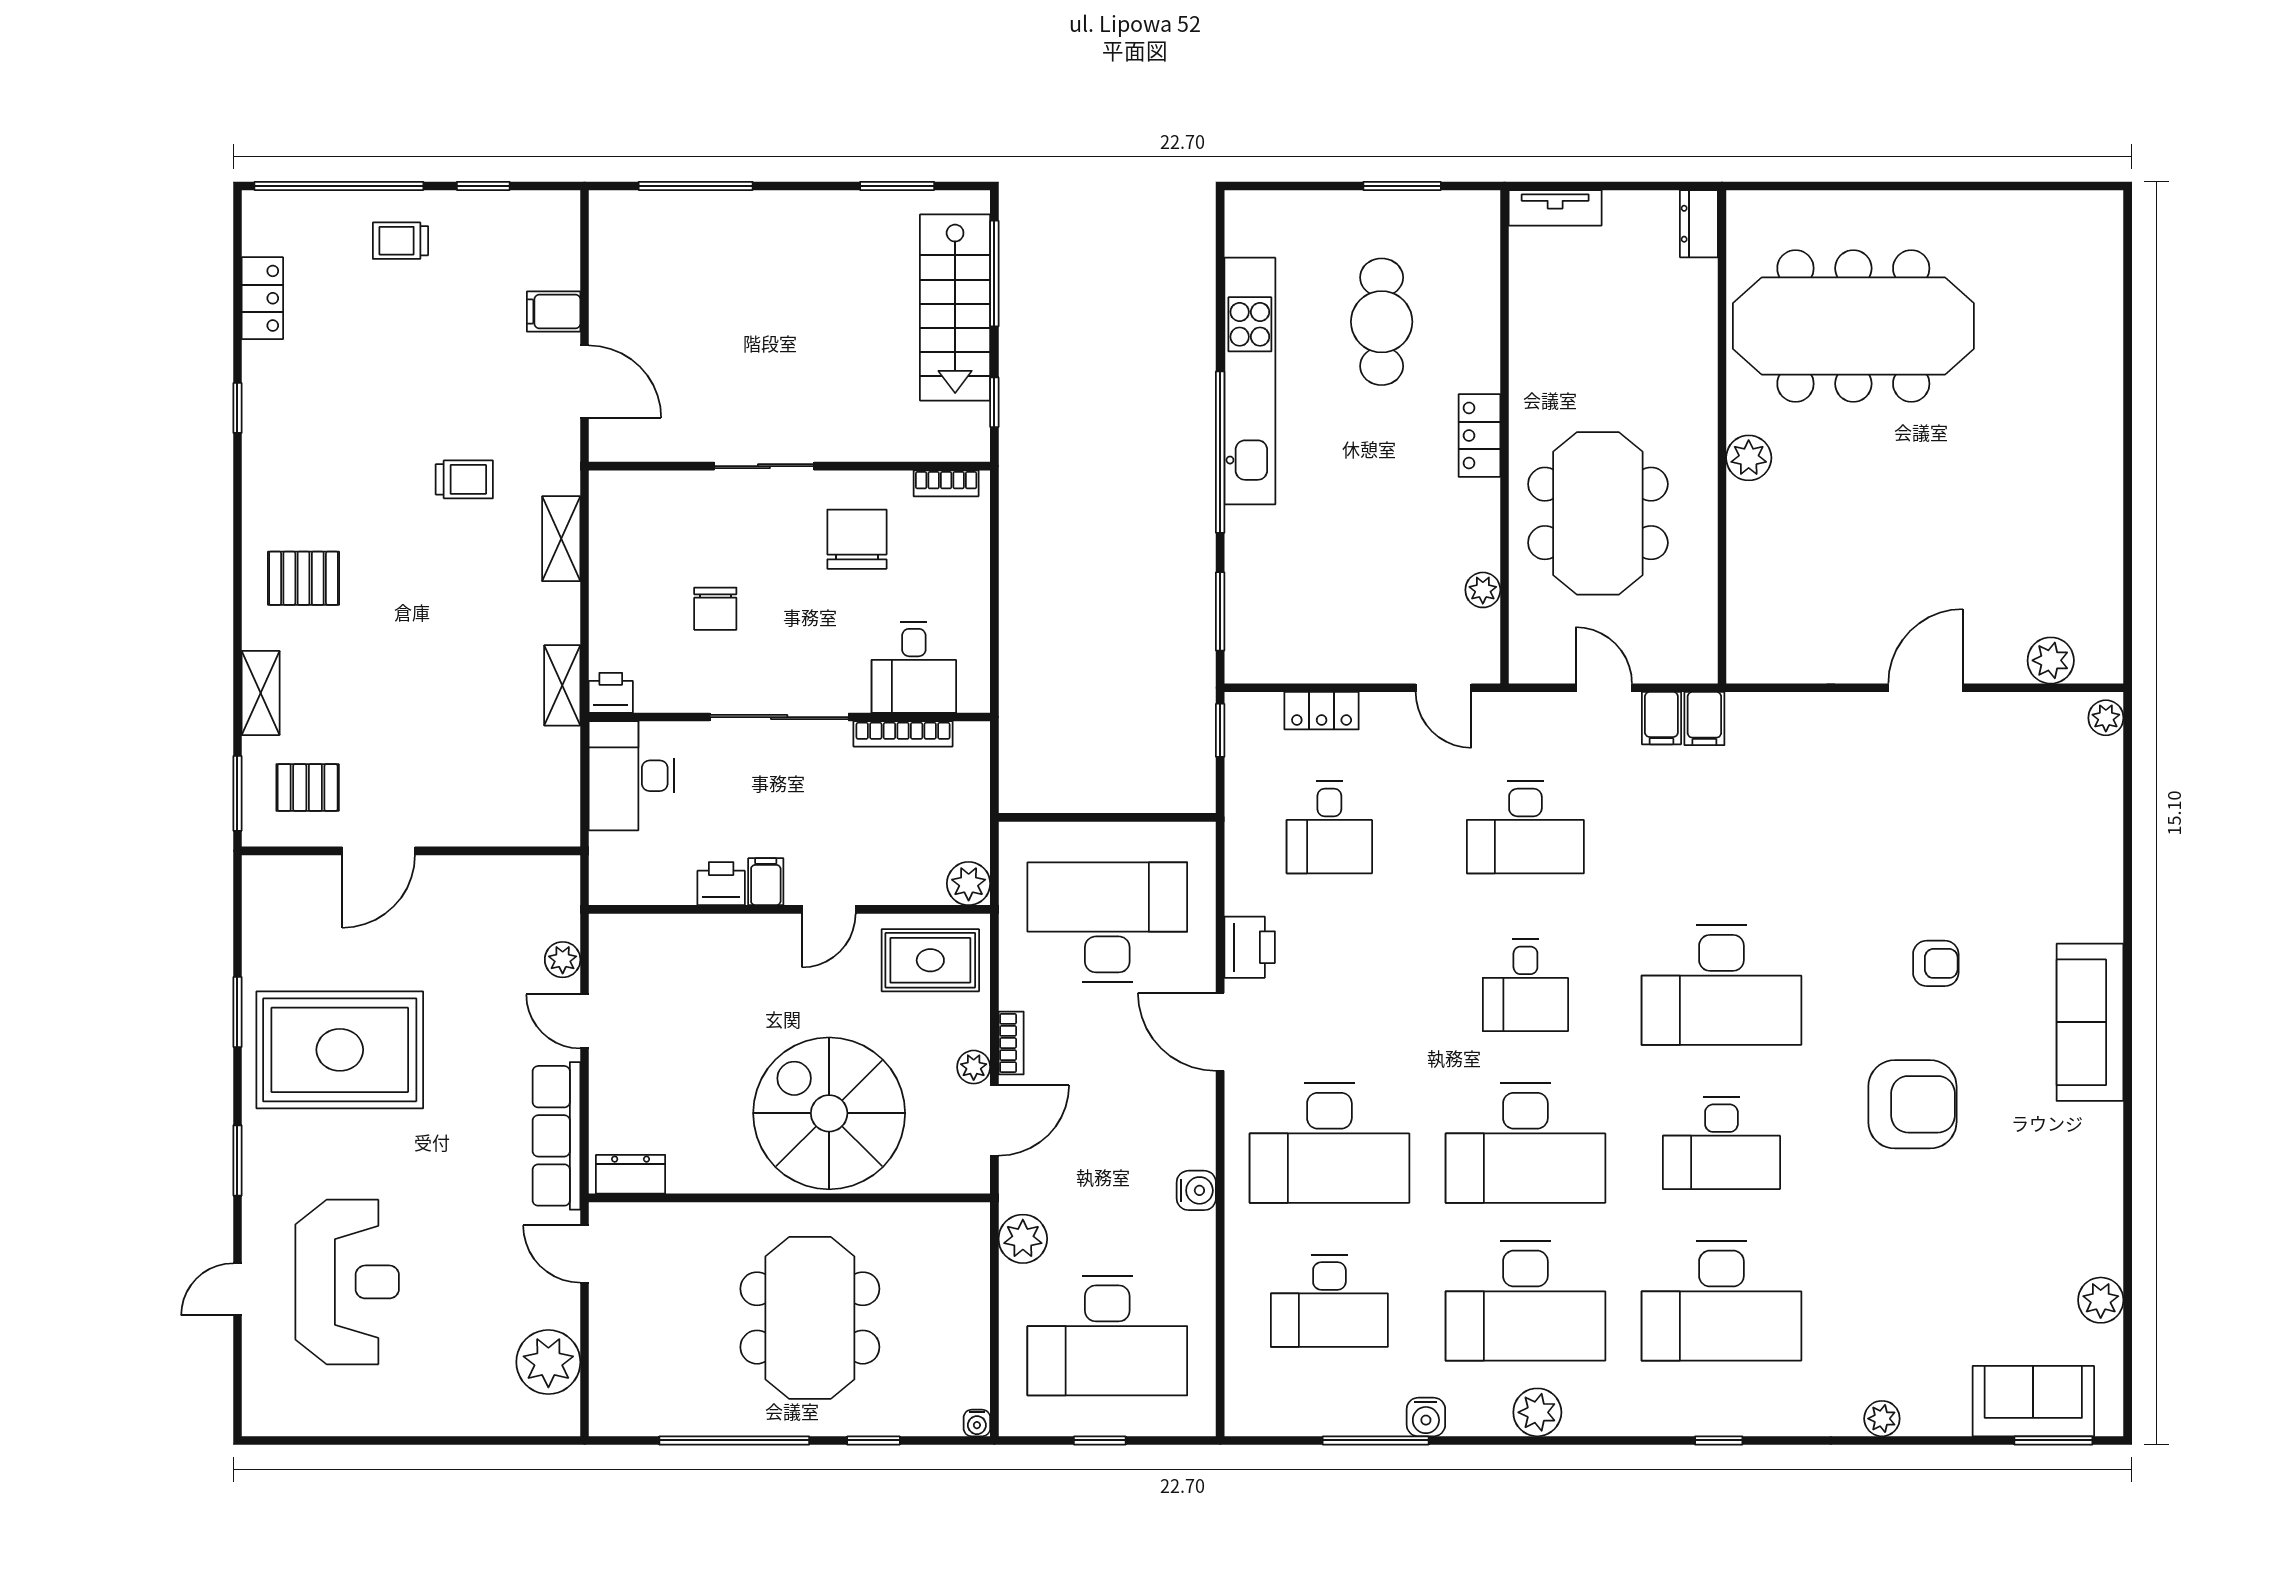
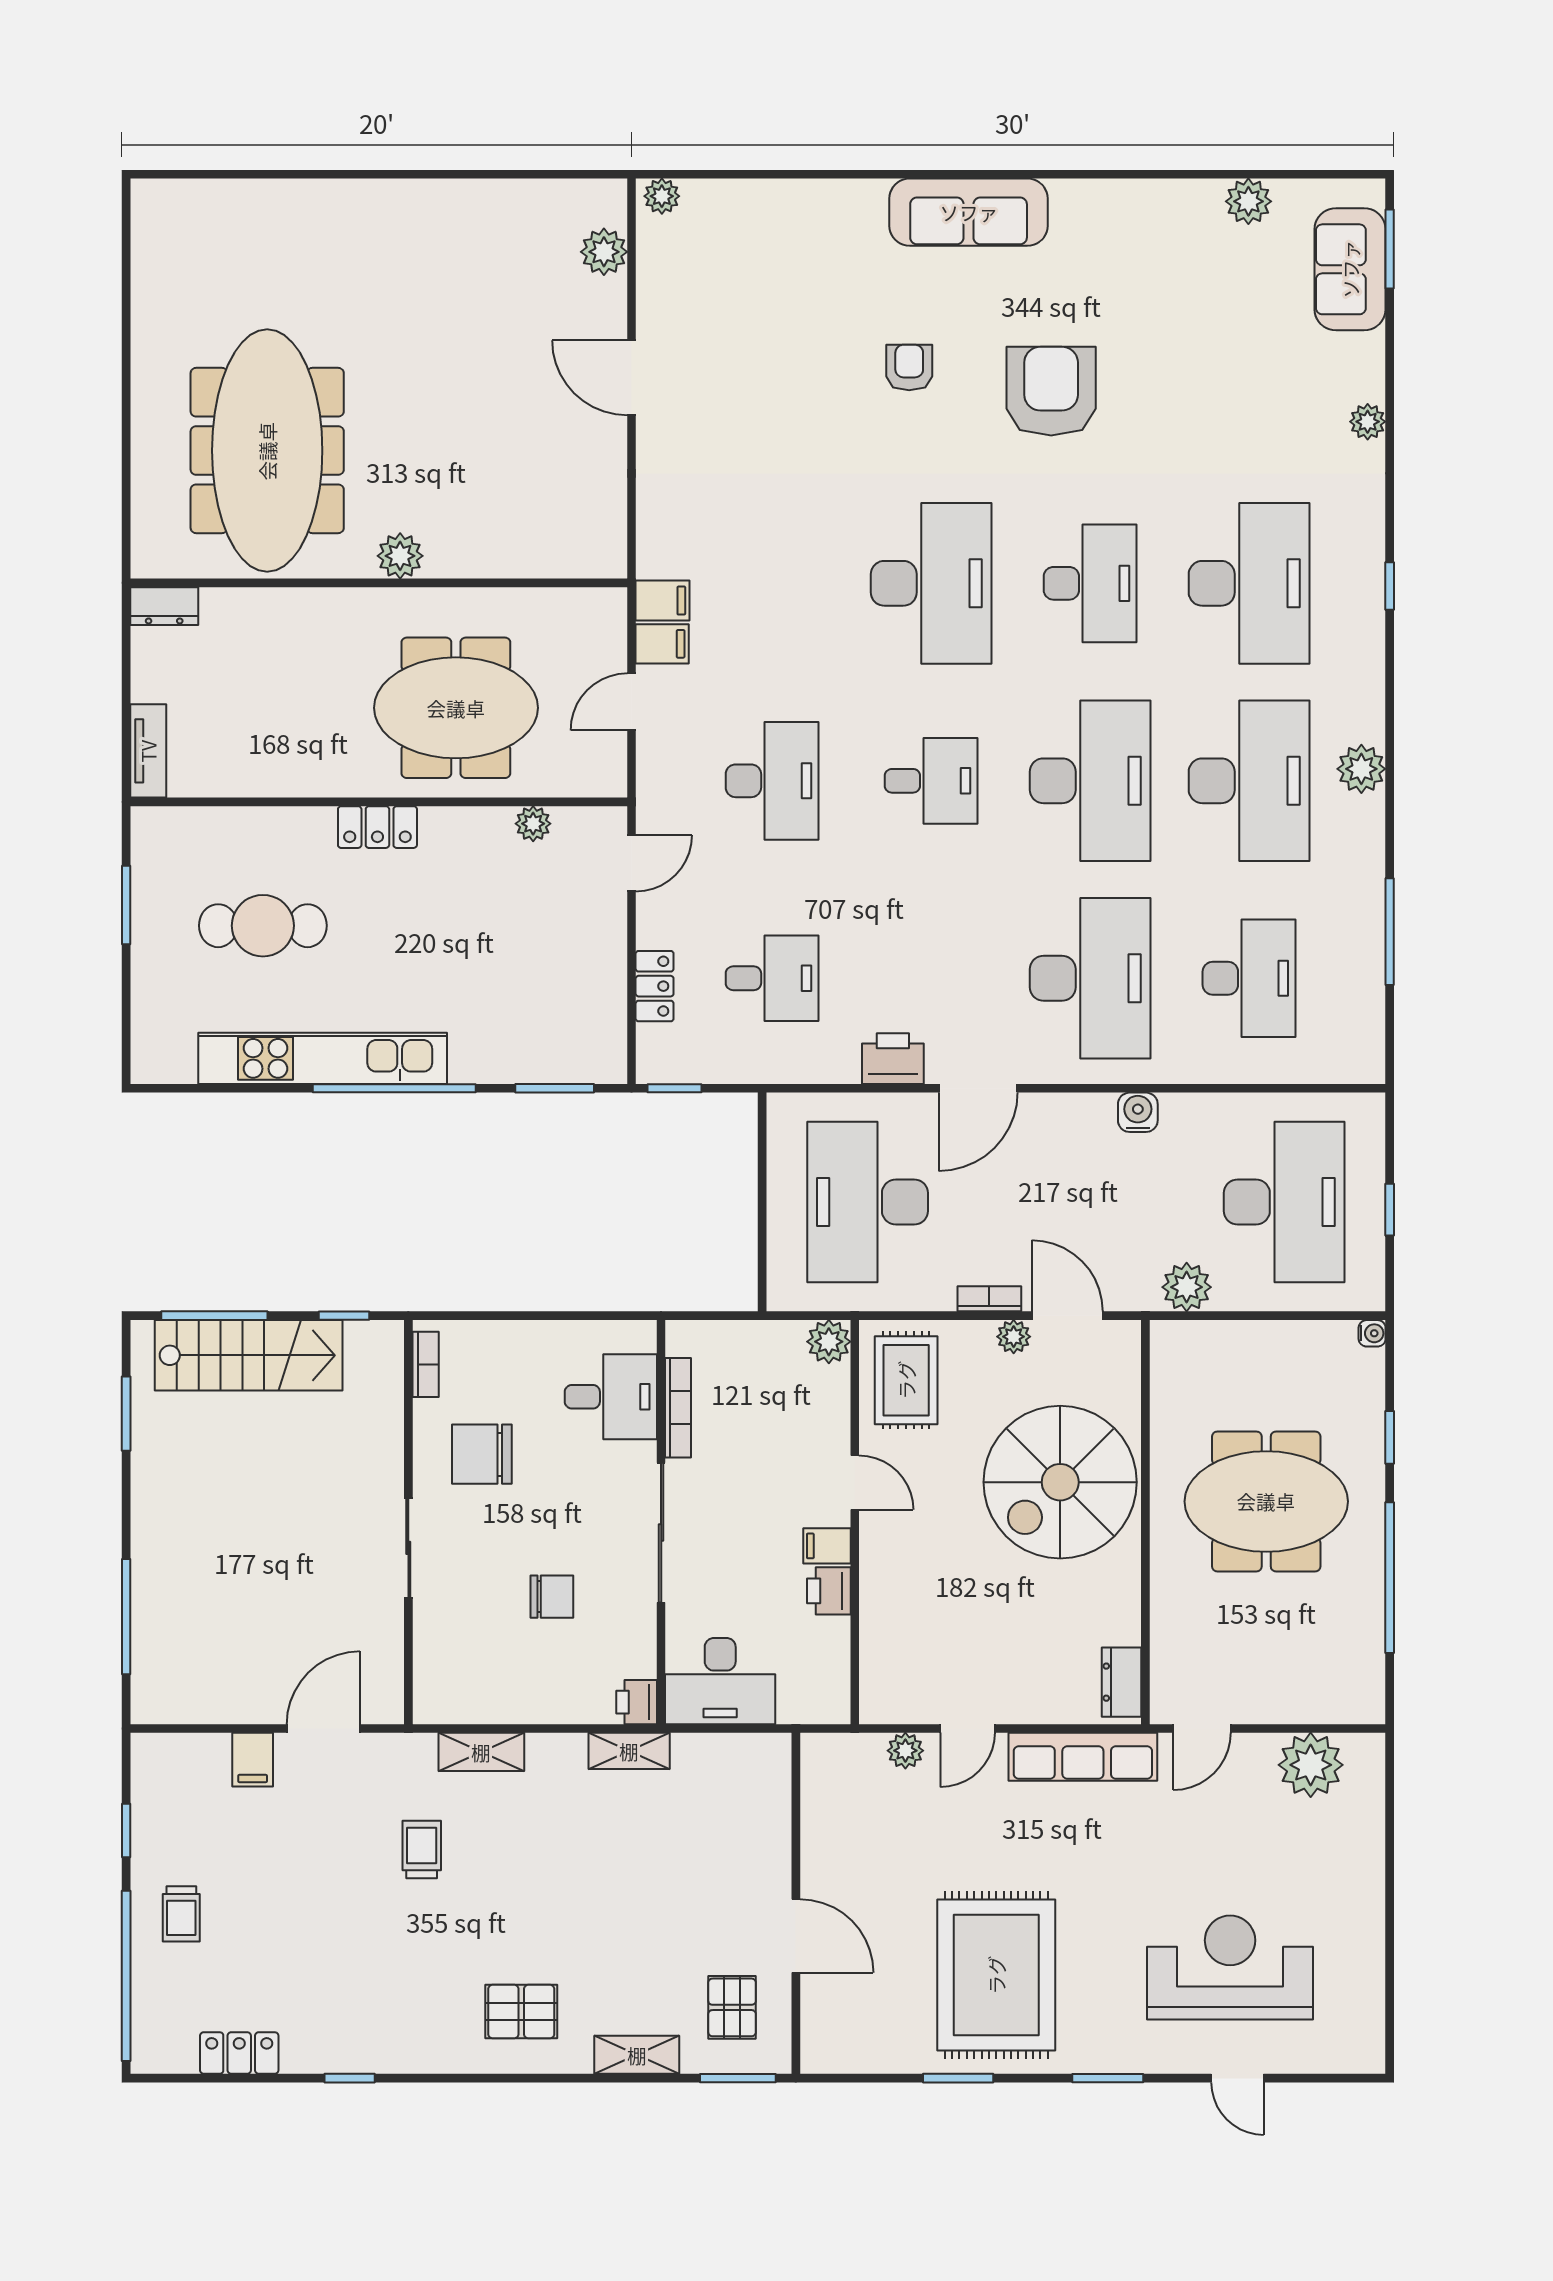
pallet: (304, 578) -> (521, 2012), turned 90
water cooler: (1426, 1417) -> (1366, 881), removed

